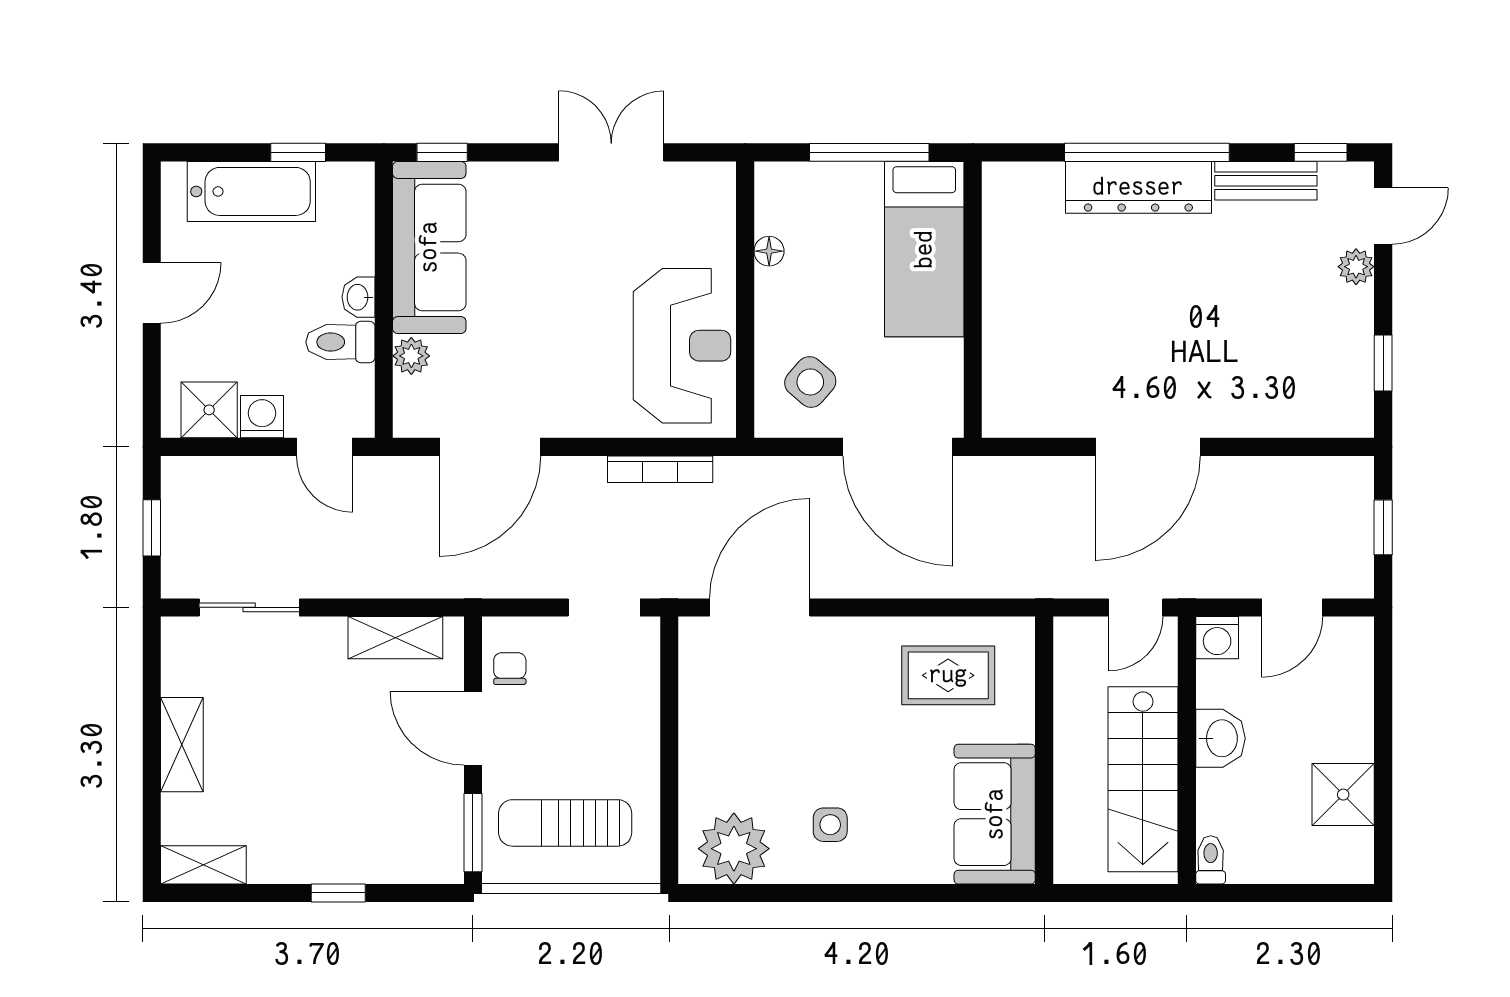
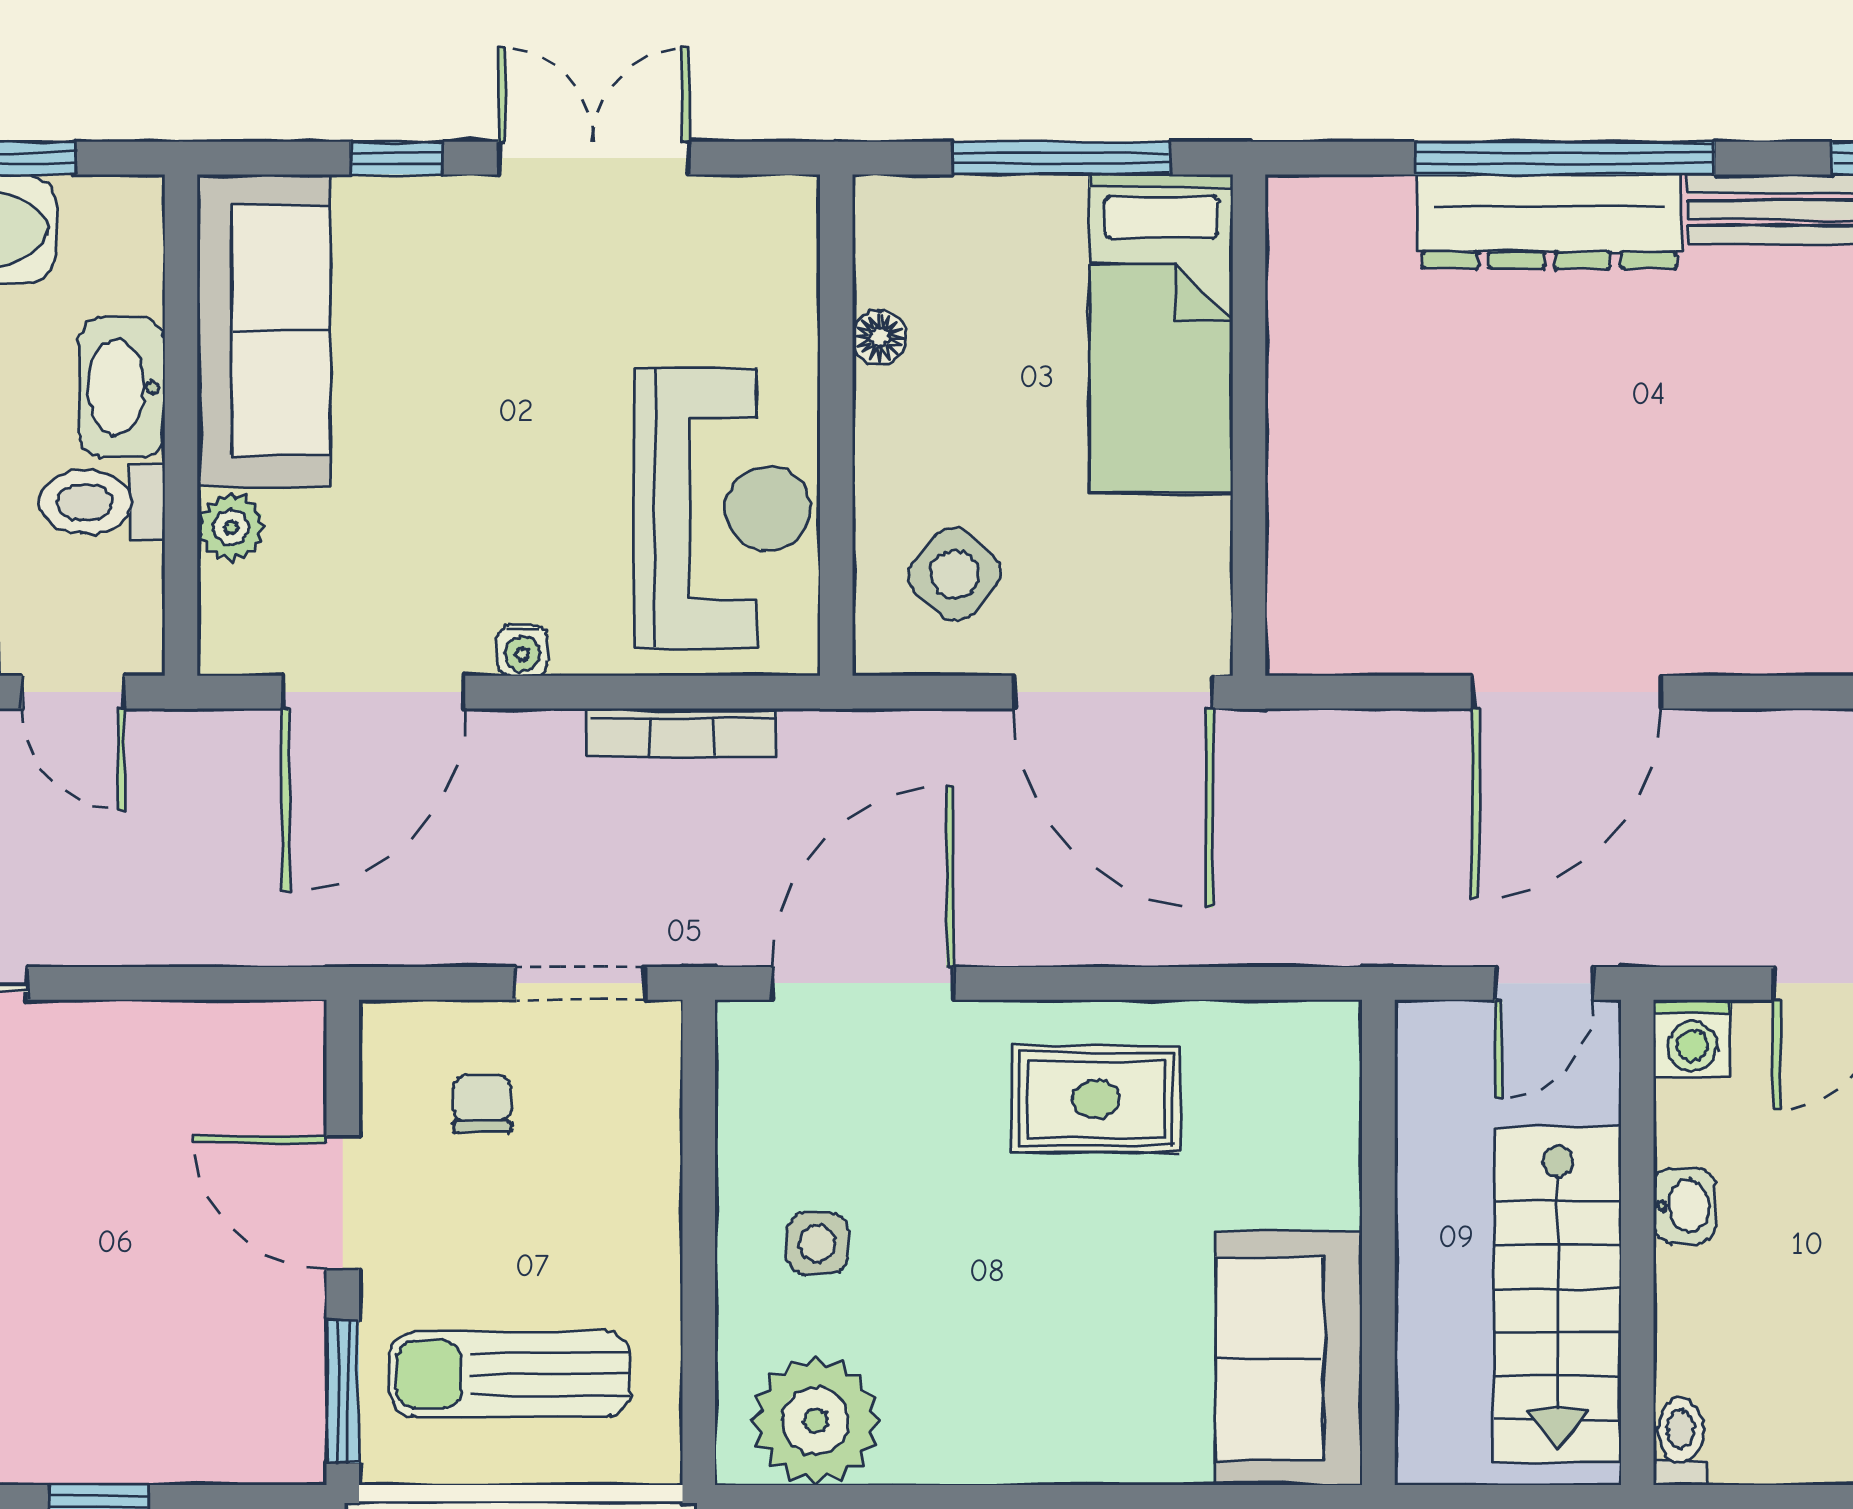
window: (442, 152) -> (397, 158), moved
washbasin: (358, 297) -> (122, 387), width x1.91, depth x1.45
water cooler: (572, 424) -> (522, 650), added
shelving: (395, 638) -> (202, 1038), removed
chair: (510, 669) -> (482, 1104), moved
rug: (948, 675) -> (1096, 1099), moved
washbasin: (1220, 738) -> (1684, 1206), width x0.72, depth x0.69
side table: (830, 825) -> (818, 1243), moved

